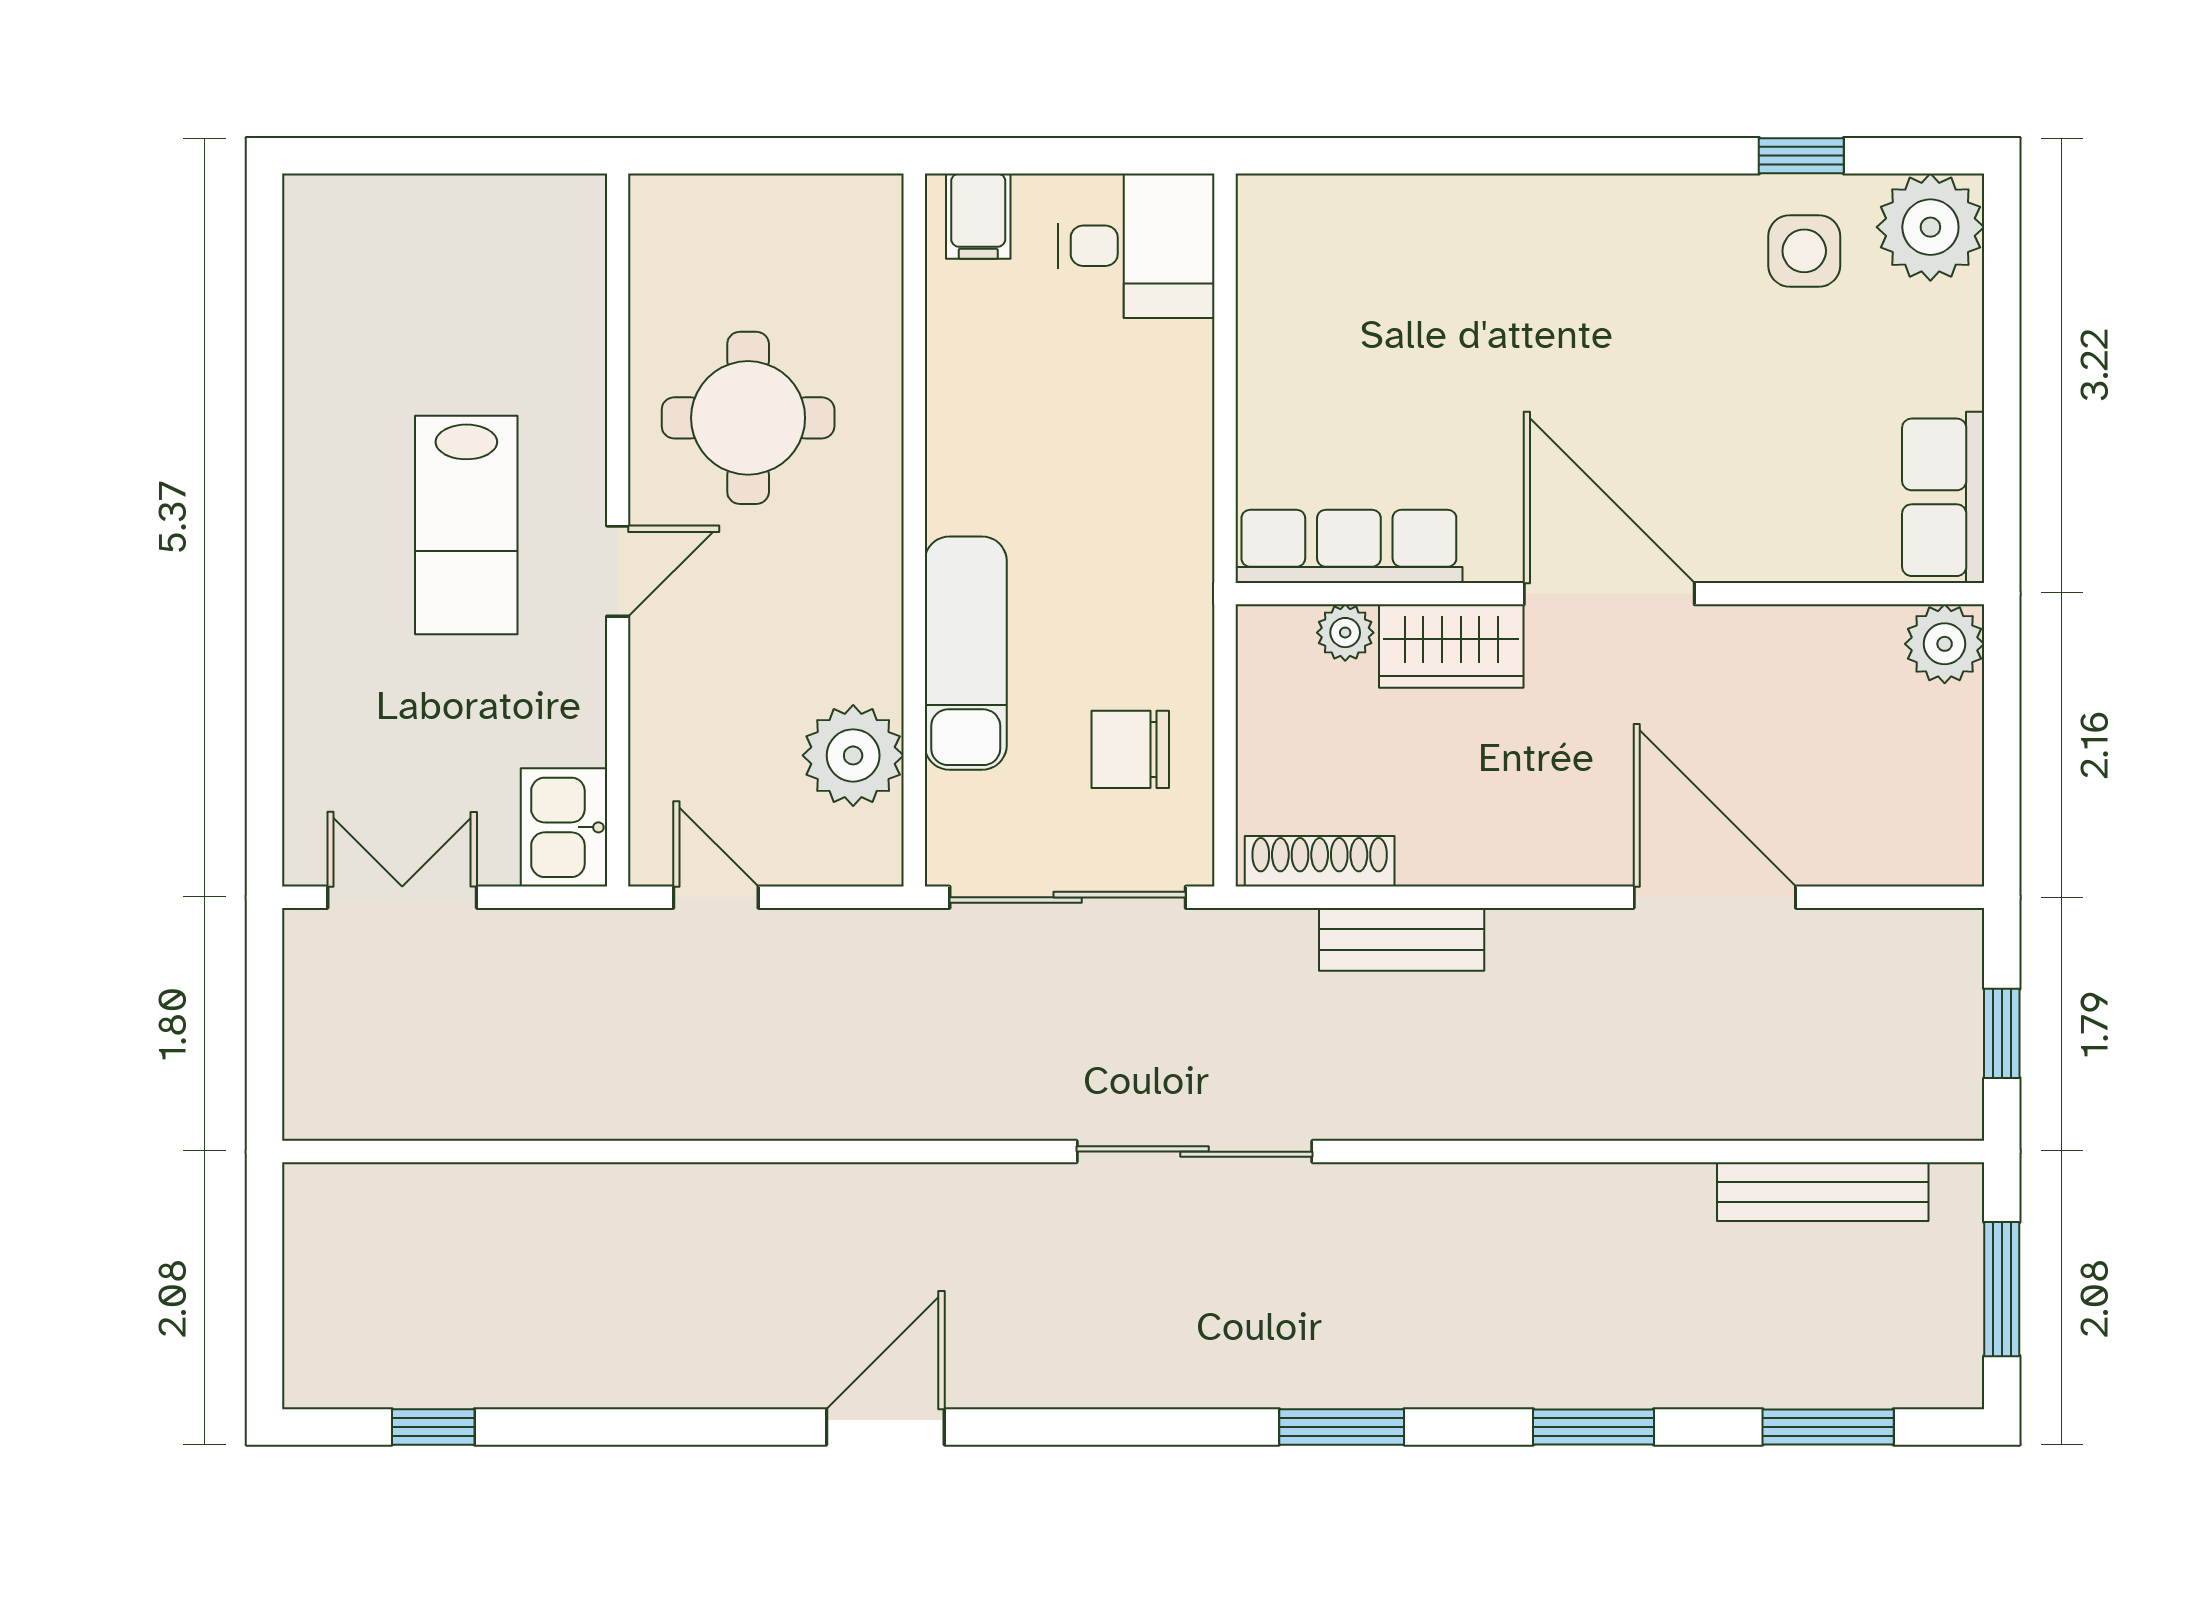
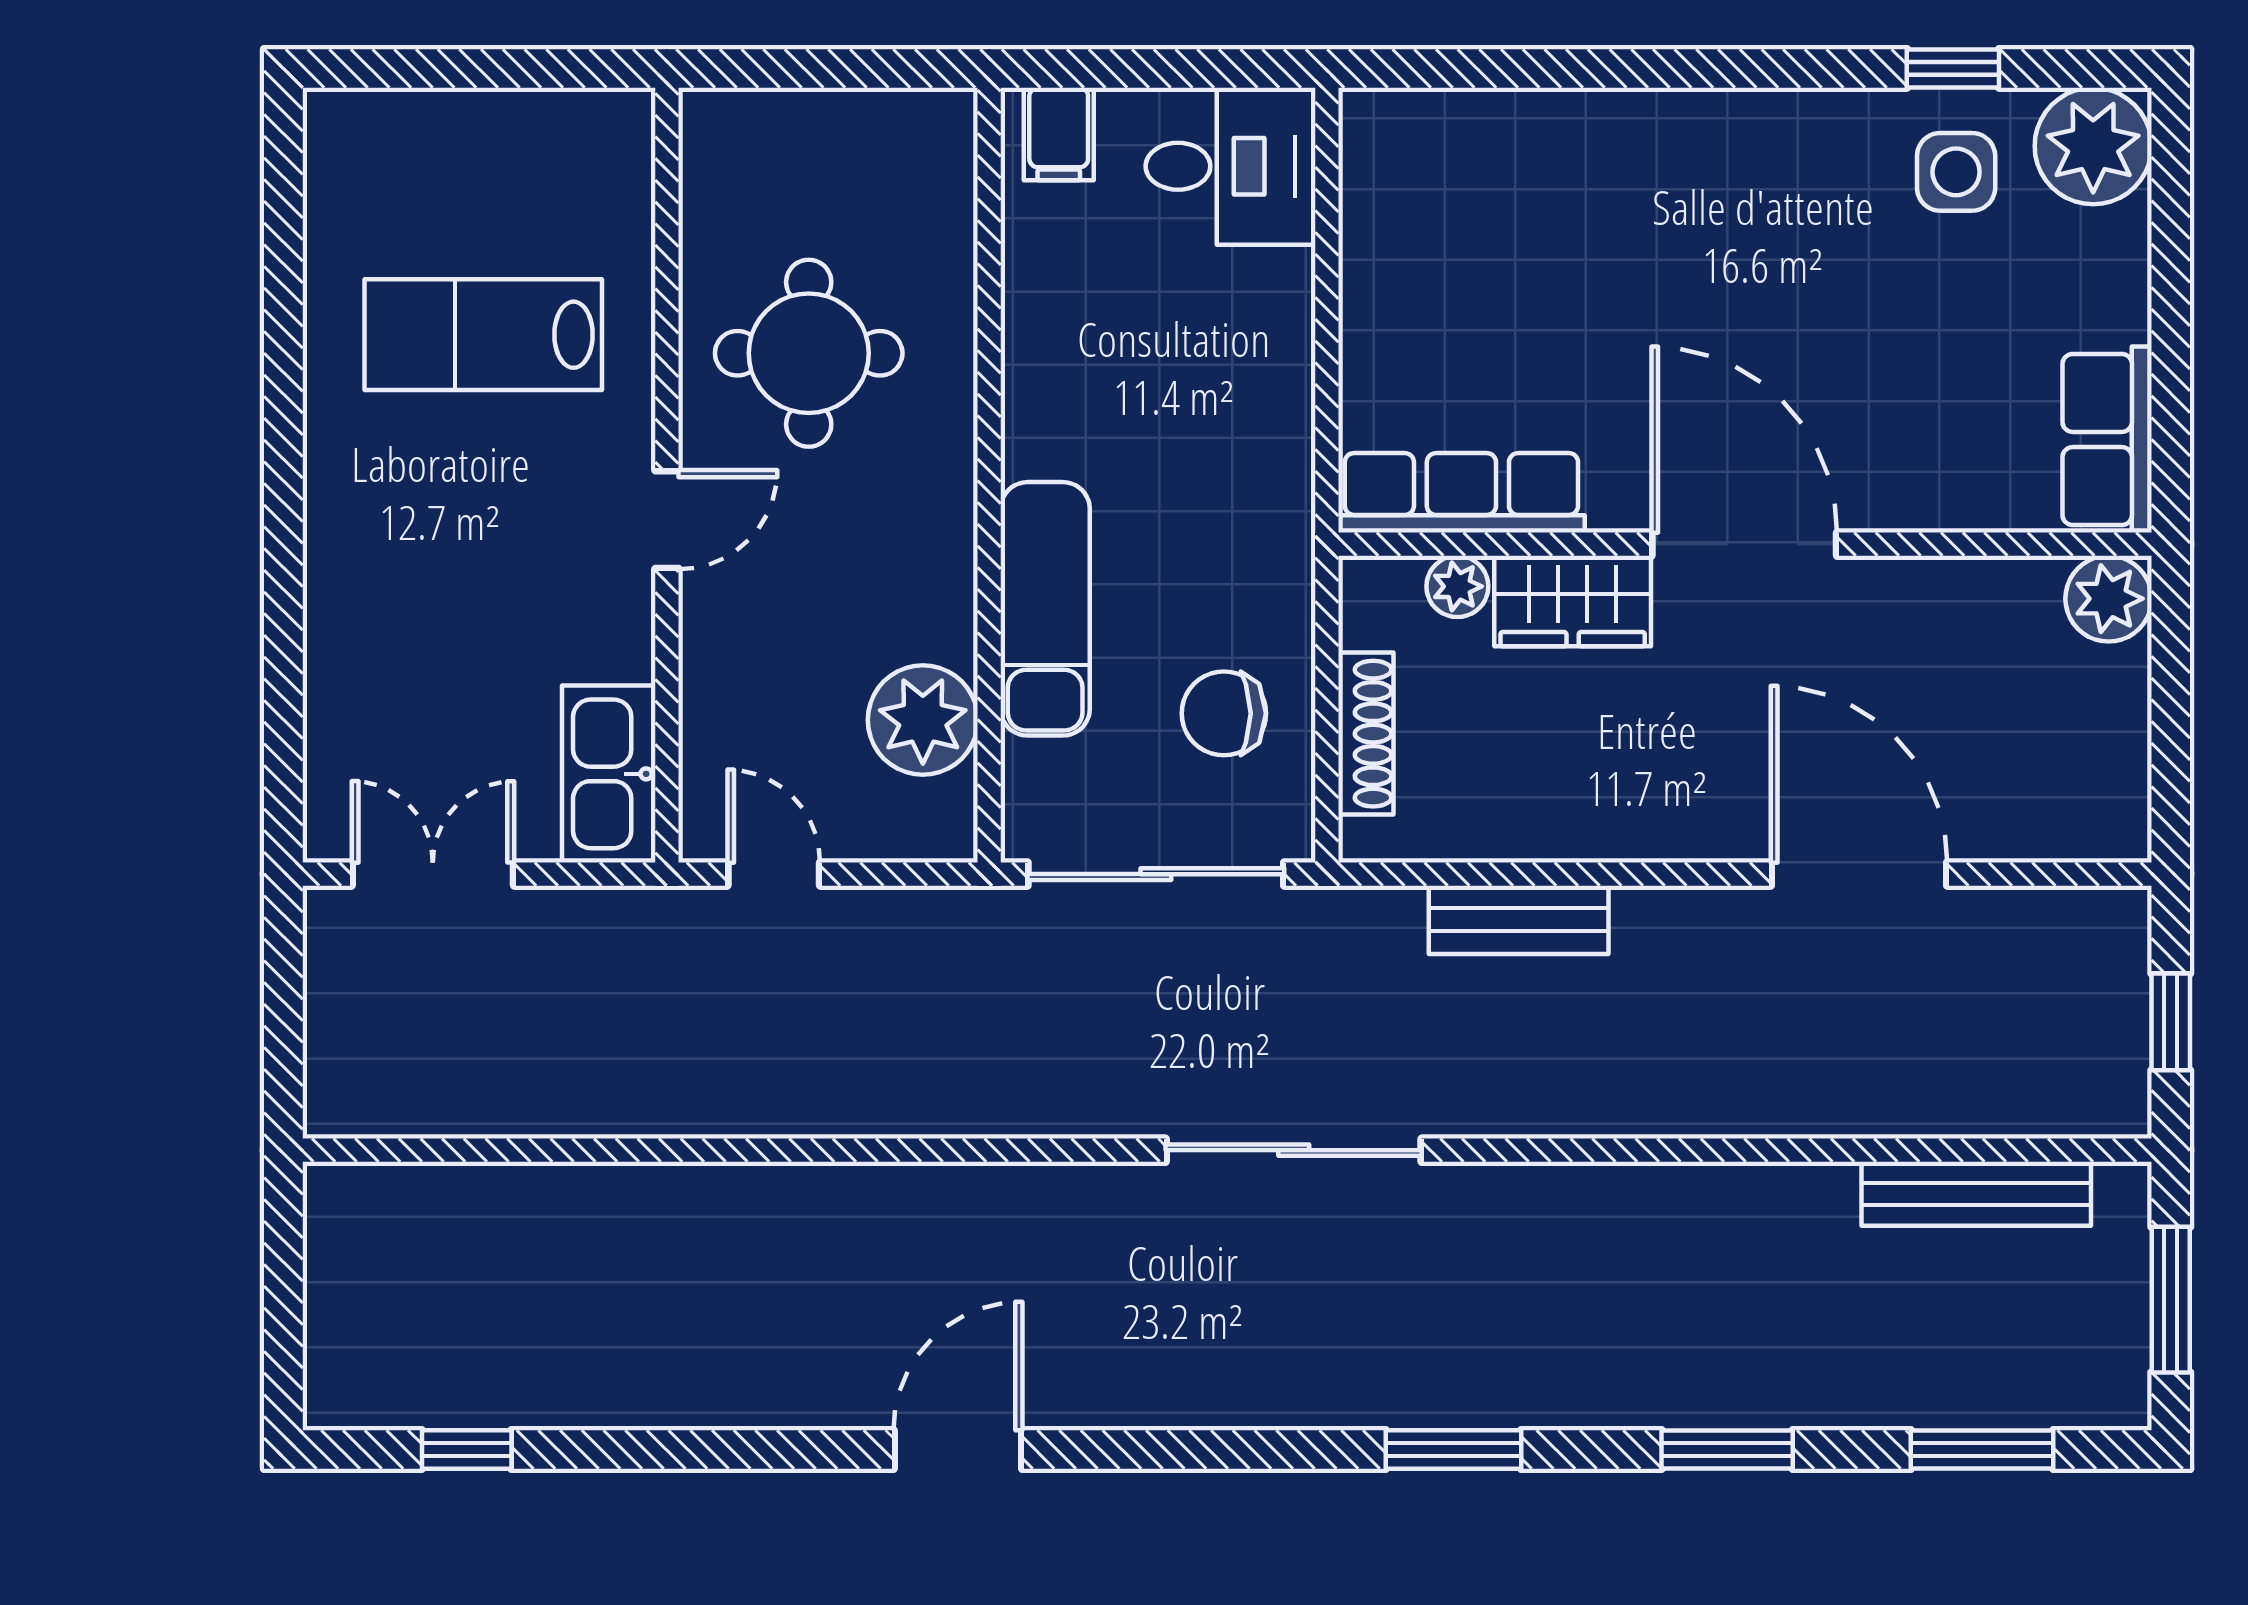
lab bench: (466, 525) -> (483, 335), moved, turned 90
kitchen sink: (564, 827) -> (609, 774), width x1.38
shoe rack: (1320, 861) -> (1366, 734), moved, turned 90

